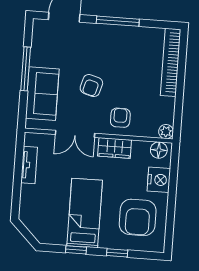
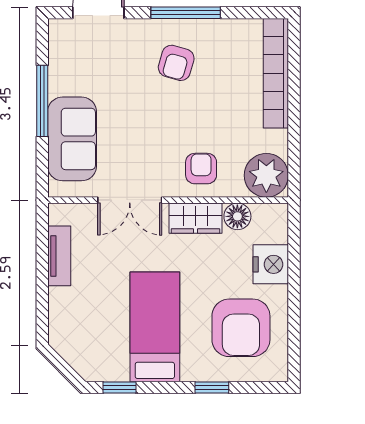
armchair: (91, 86) -> (176, 63), moved
plant: (166, 132) -> (266, 175), width x1.87, depth x1.87
floor lamp: (159, 150) -> (237, 216), moved
window: (76, 250) -> (119, 388), moved

